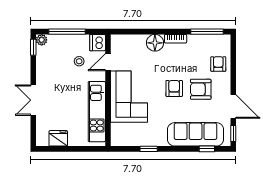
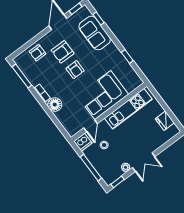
plant: (42, 40) -> (126, 167), moved
door: (108, 62) -> (91, 126), hinge flipped
armchair: (174, 88) -> (75, 70), turned -90
armchair: (201, 89) -> (63, 52), turned 90
double door: (33, 100) -> (144, 162), moved
sofa: (196, 134) -> (95, 33), width x0.73

